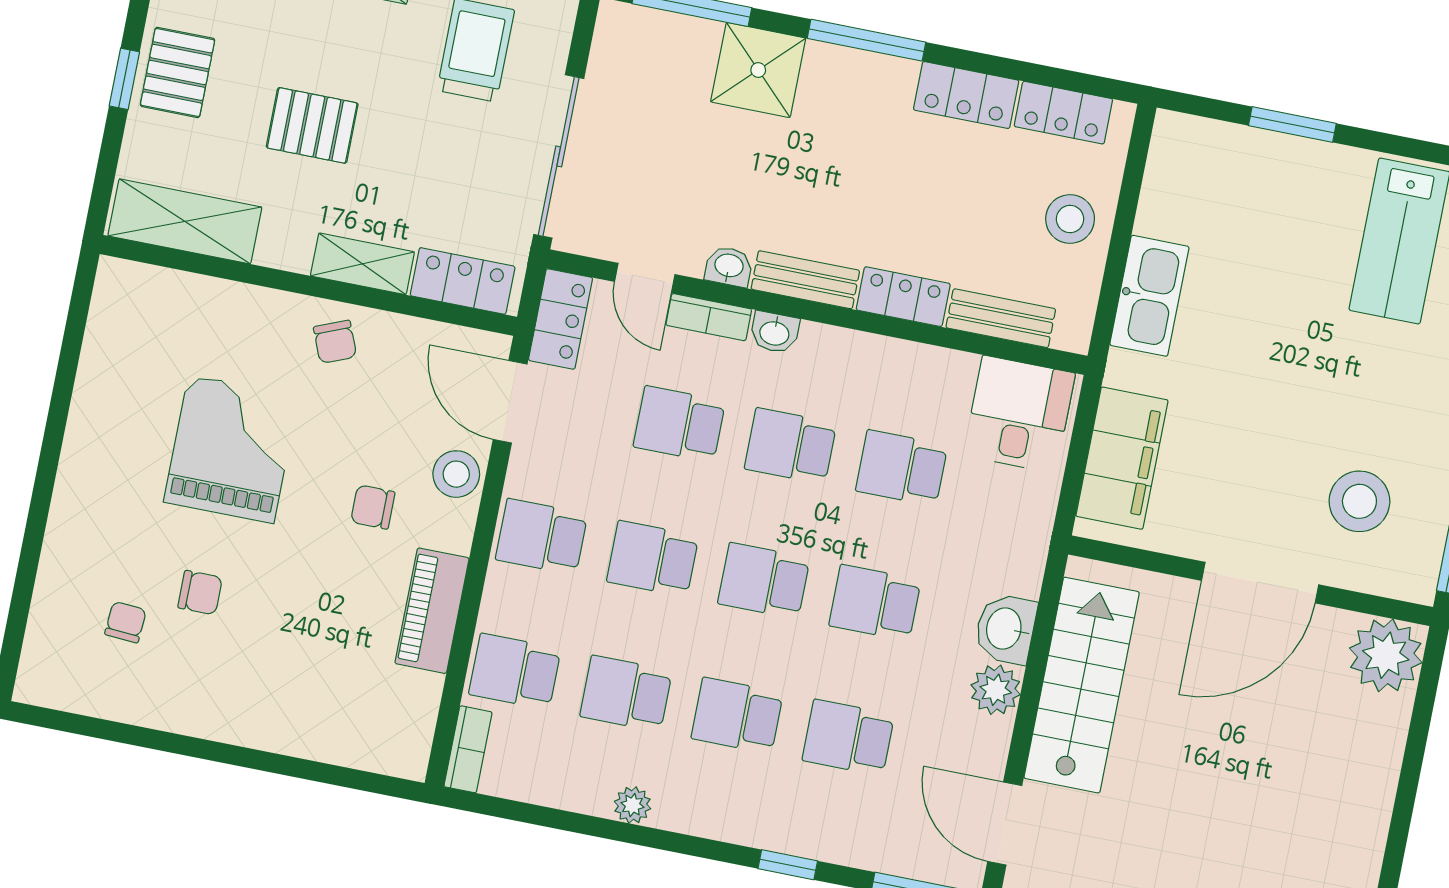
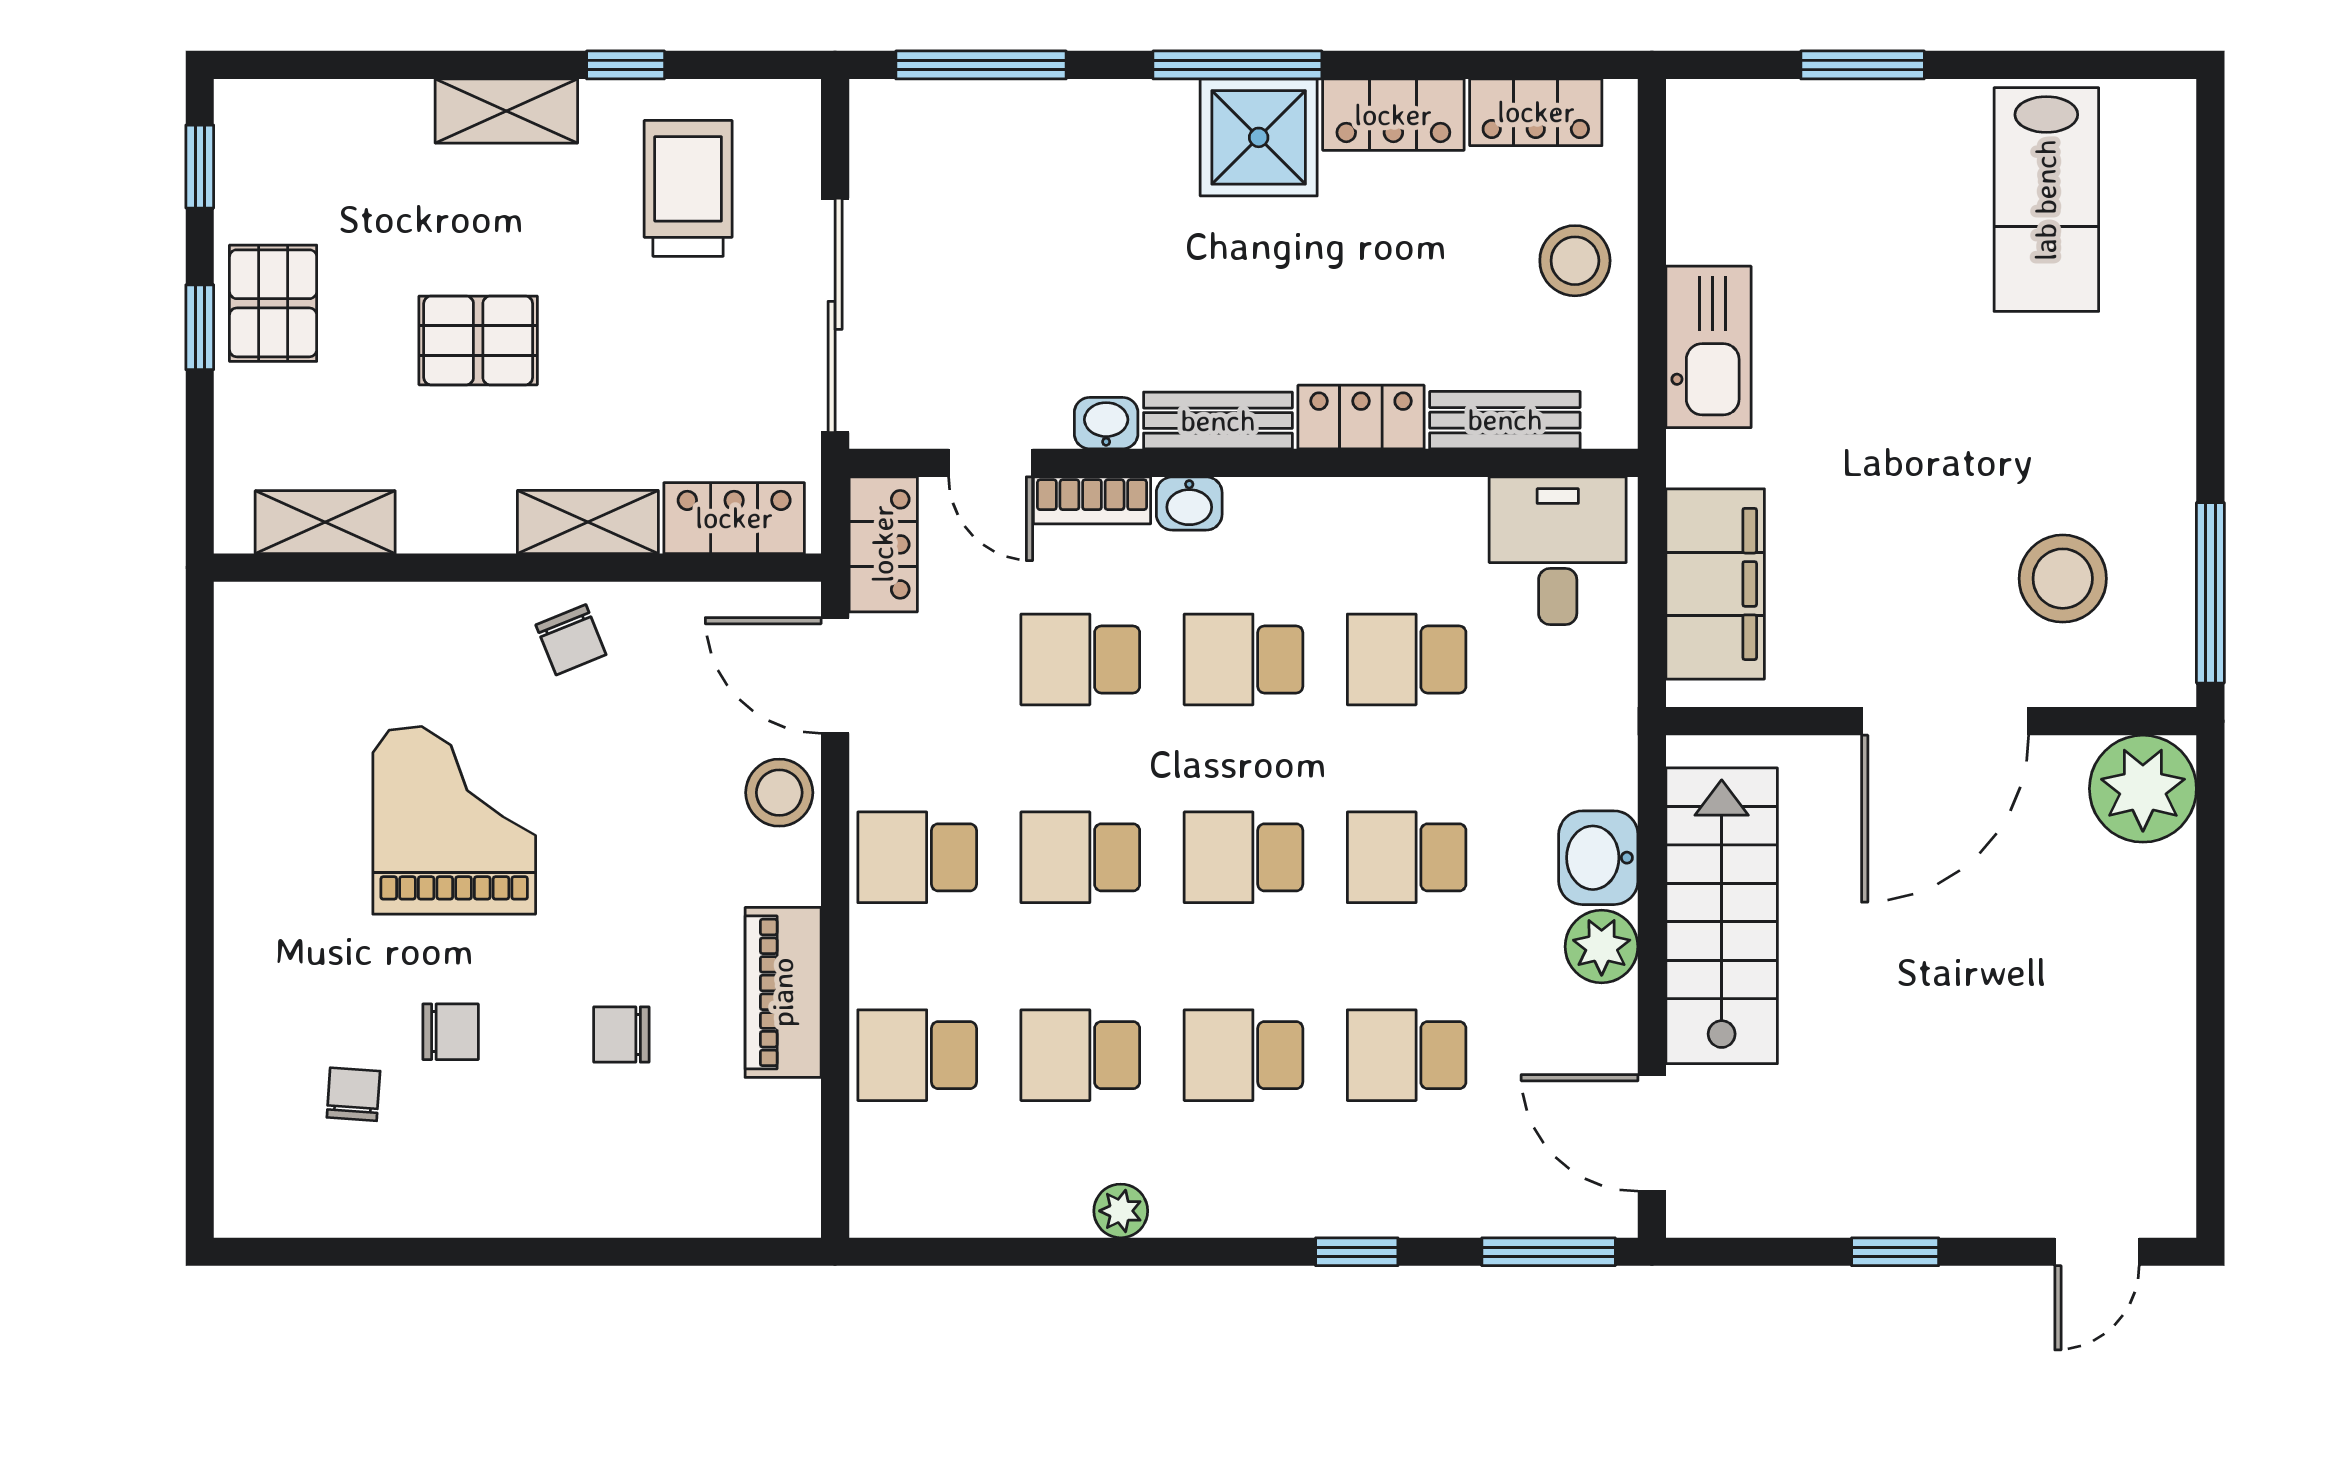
shower: (758, 70) -> (1259, 137), moved
shelving: (185, 221) -> (325, 522), width x0.67, depth x0.75
chair: (373, 507) -> (621, 1035), moved
bookcase: (468, 749) -> (873, 1178), removed

